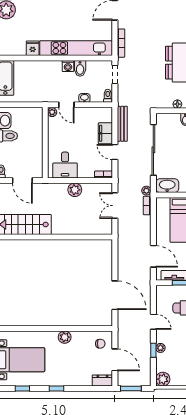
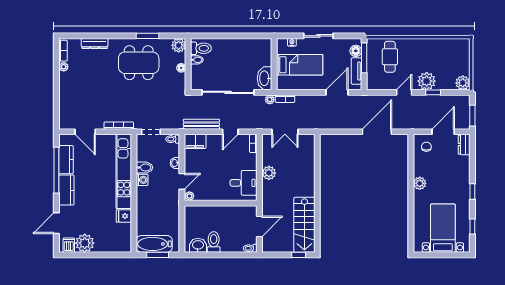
filing cabinet: (105, 133) -> (195, 141), moved
plant: (160, 348) -> (427, 81), width x1.88, depth x1.88

